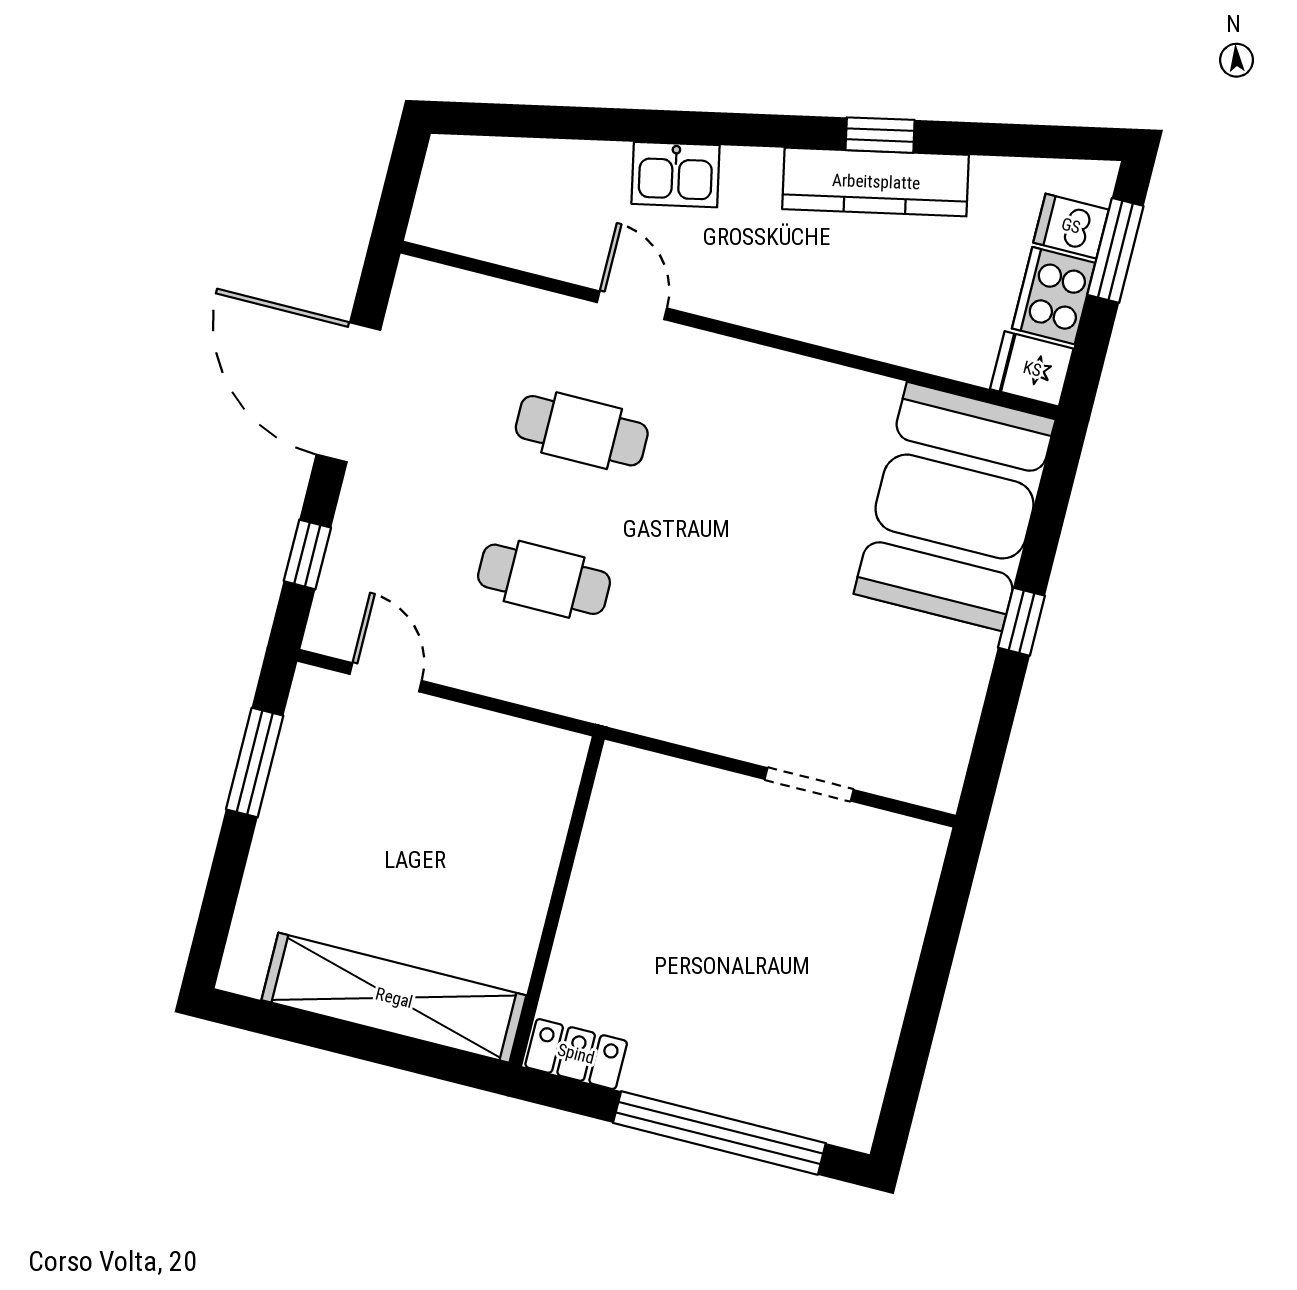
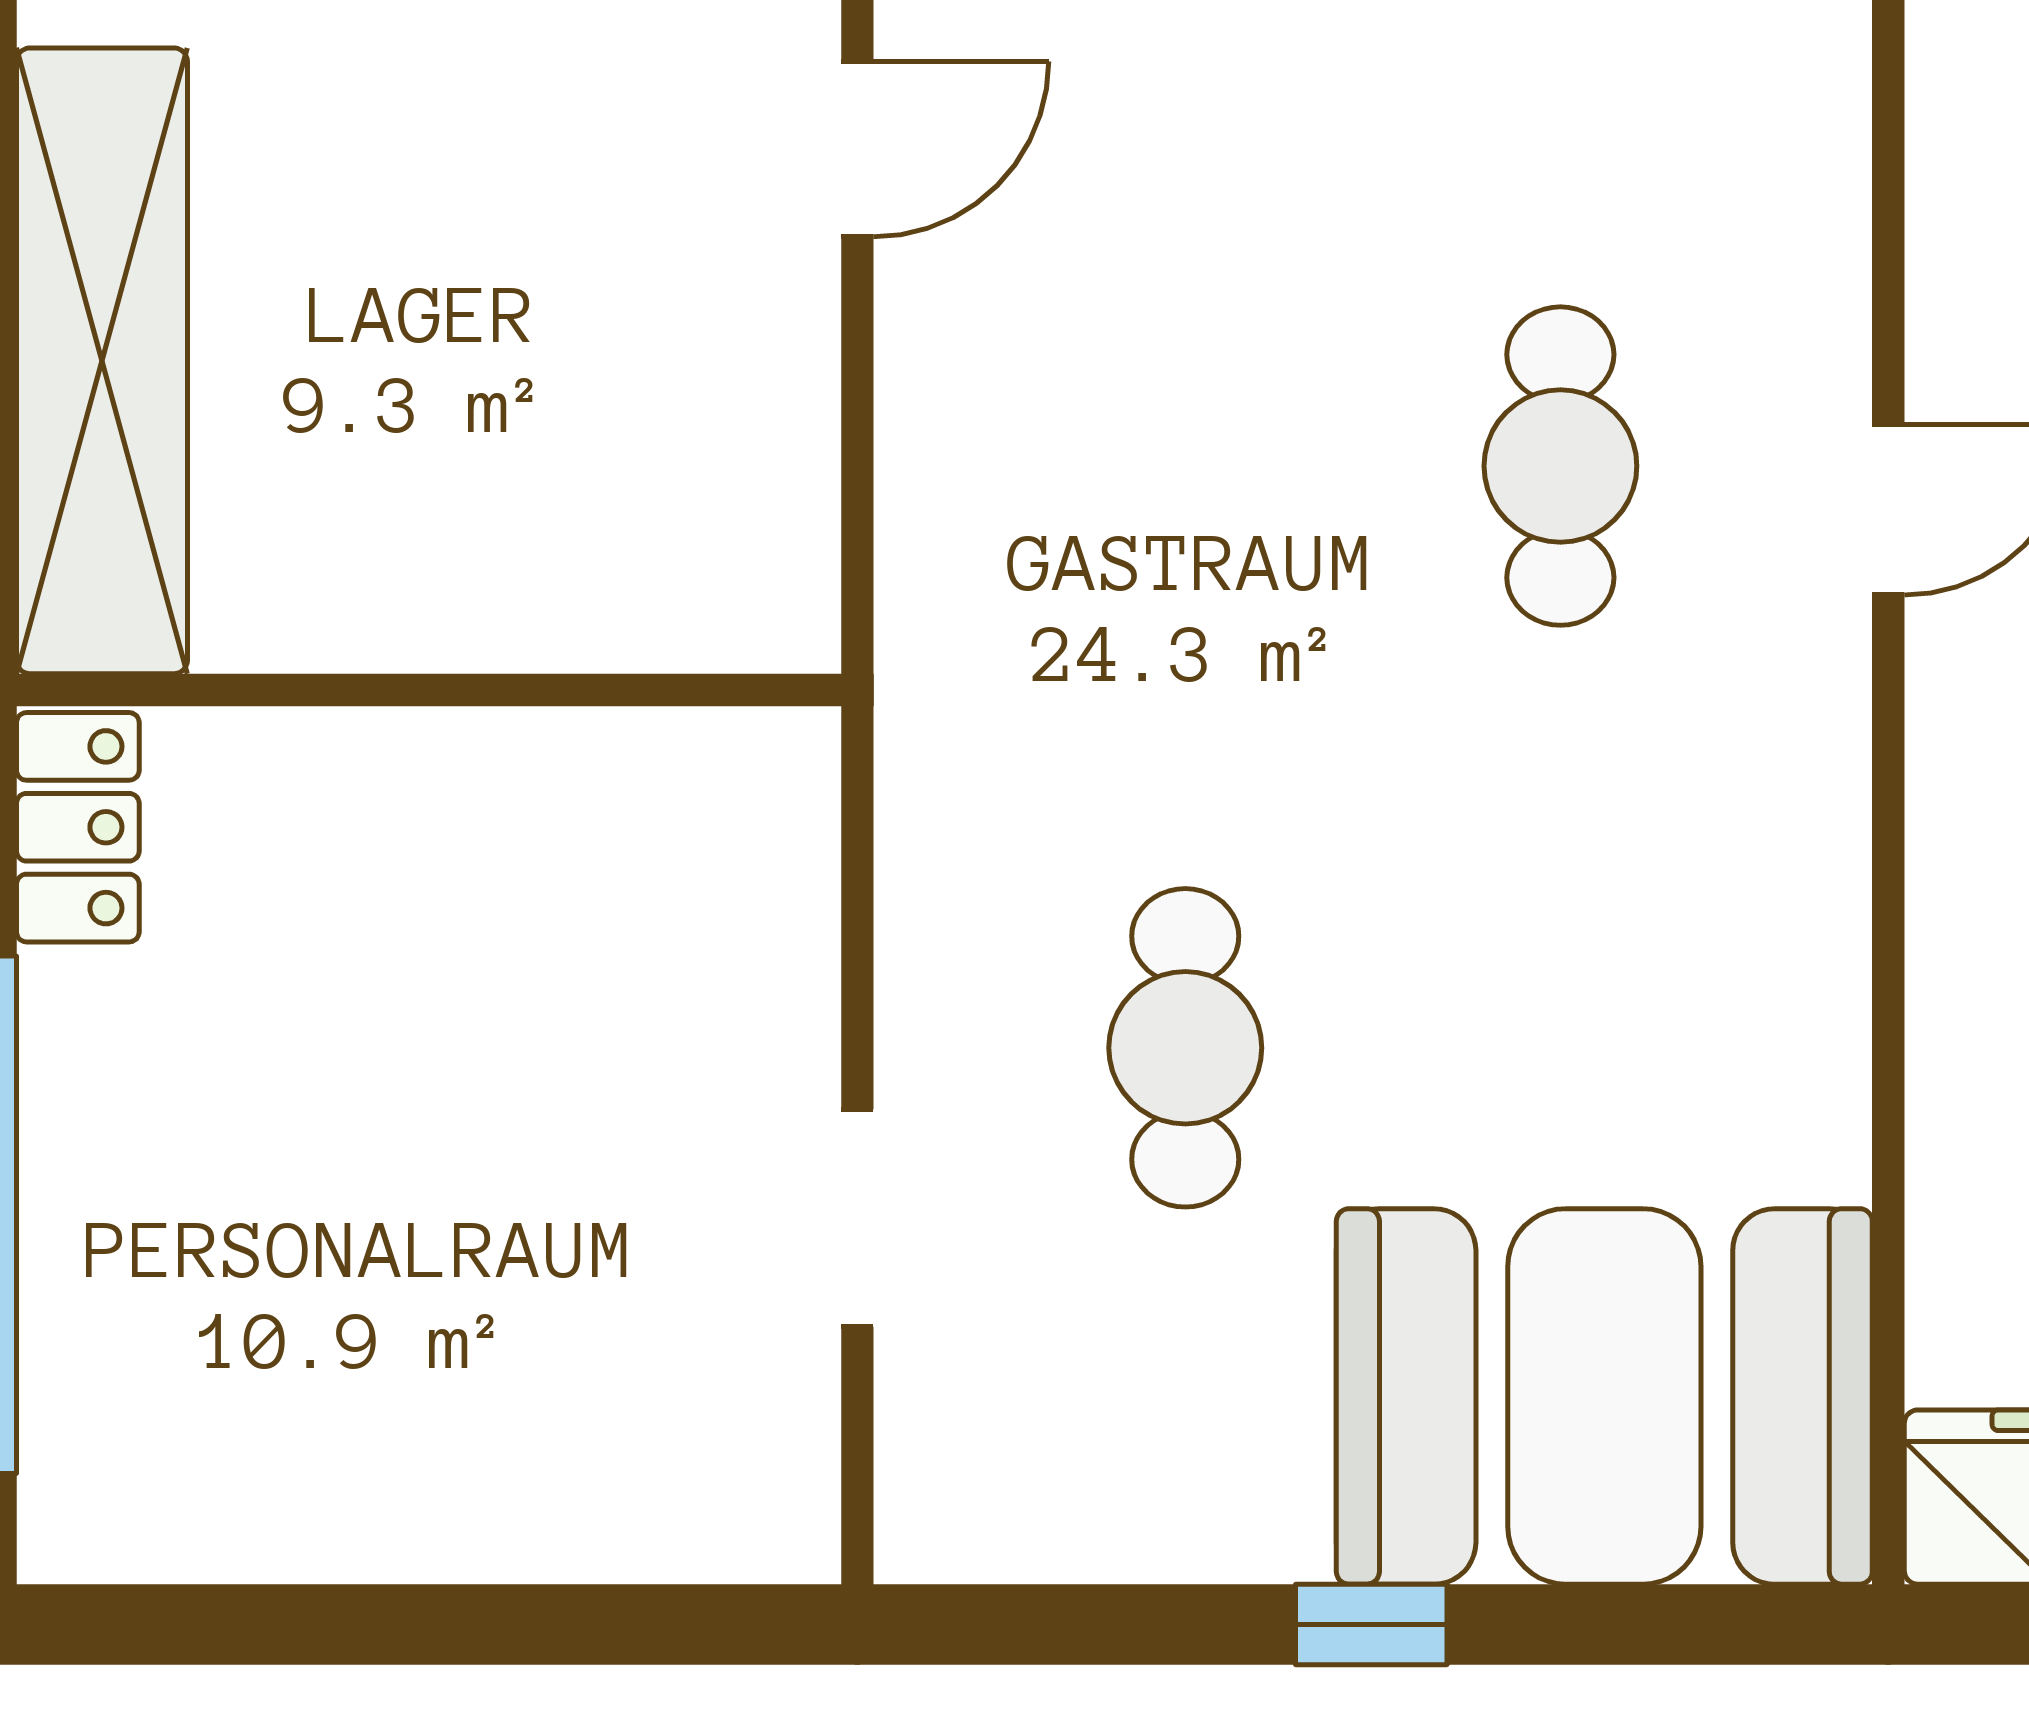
cafe table: (544, 579) -> (1185, 1048), moved

